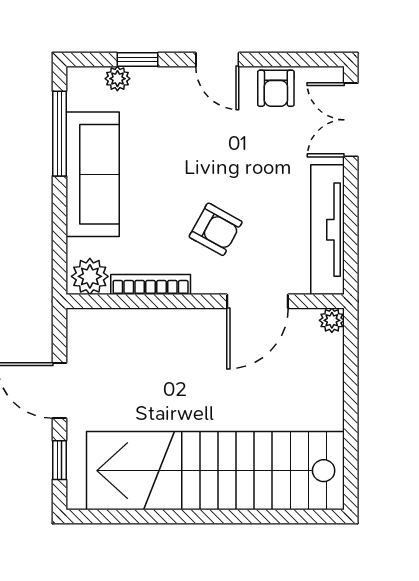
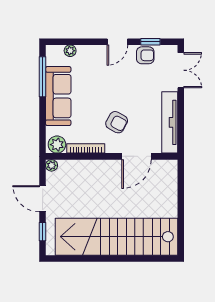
window: (138, 60) -> (150, 42), moved
door: (217, 60) -> (117, 42), hinge flipped
armchair: (276, 88) -> (145, 55), turned -90
double door: (351, 120) -> (181, 70), swing flipped
plant: (332, 320) -> (52, 165), moved

